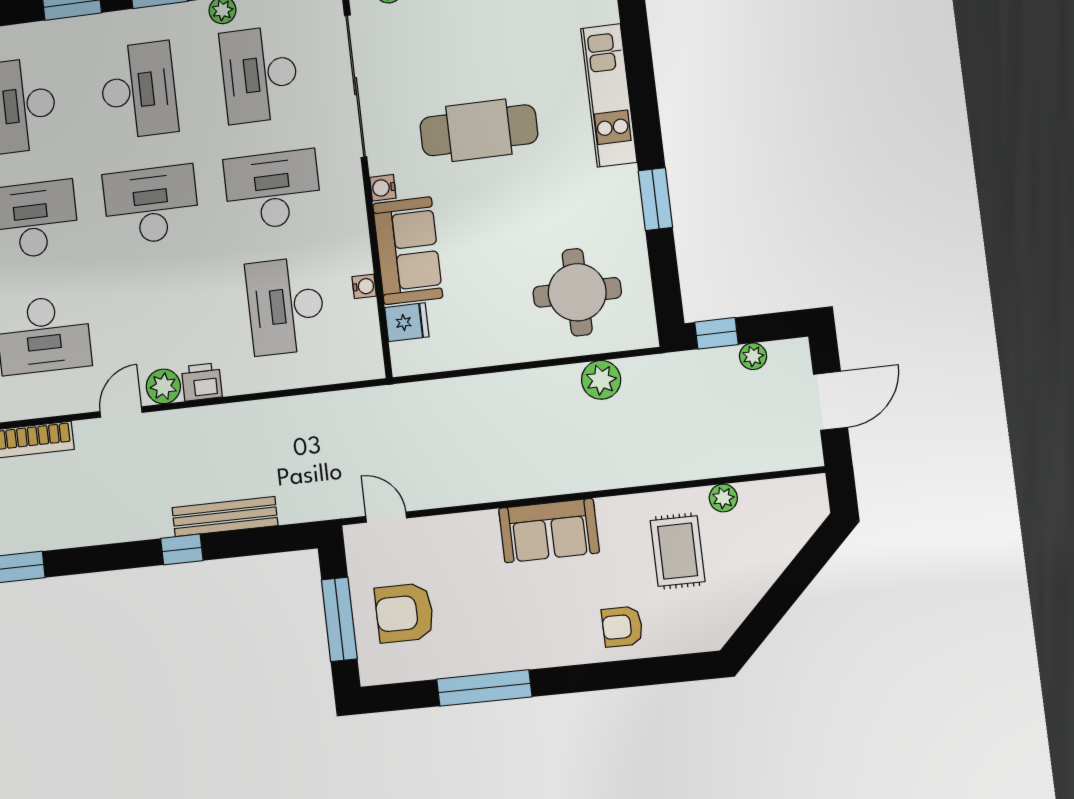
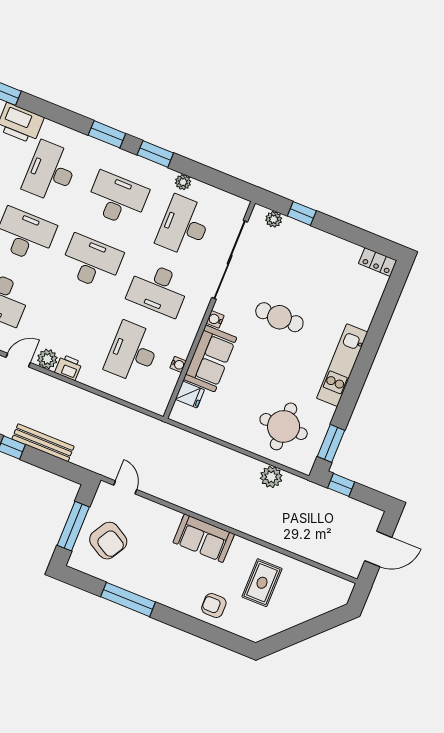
desk: (138, 90) -> (117, 199), turned -90
kitchen unit: (609, 95) -> (342, 365), moved
cafe table: (479, 130) -> (279, 317), width x0.73, depth x0.74
desk: (273, 190) -> (158, 289), turned 180
window: (655, 199) -> (331, 443), moved
plant: (753, 356) -> (353, 506), removed
plant: (723, 498) -> (299, 569), removed
armchair: (404, 613) -> (108, 541), turned -150

